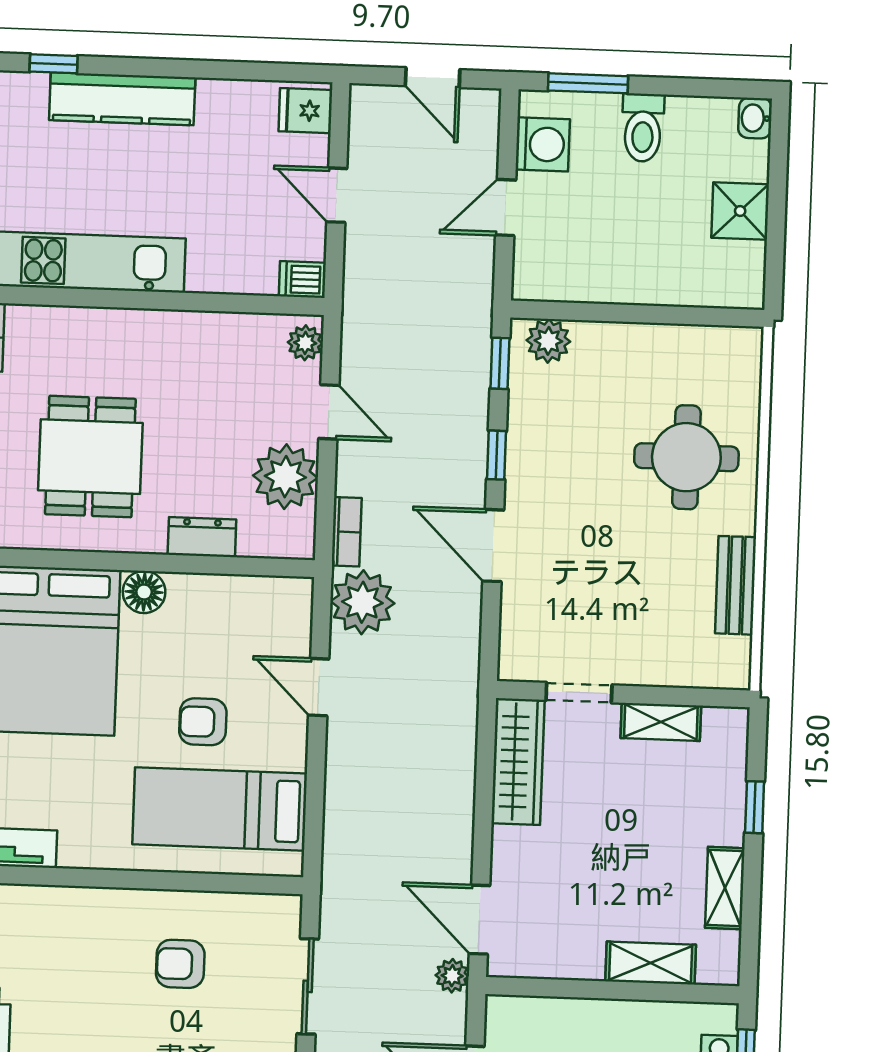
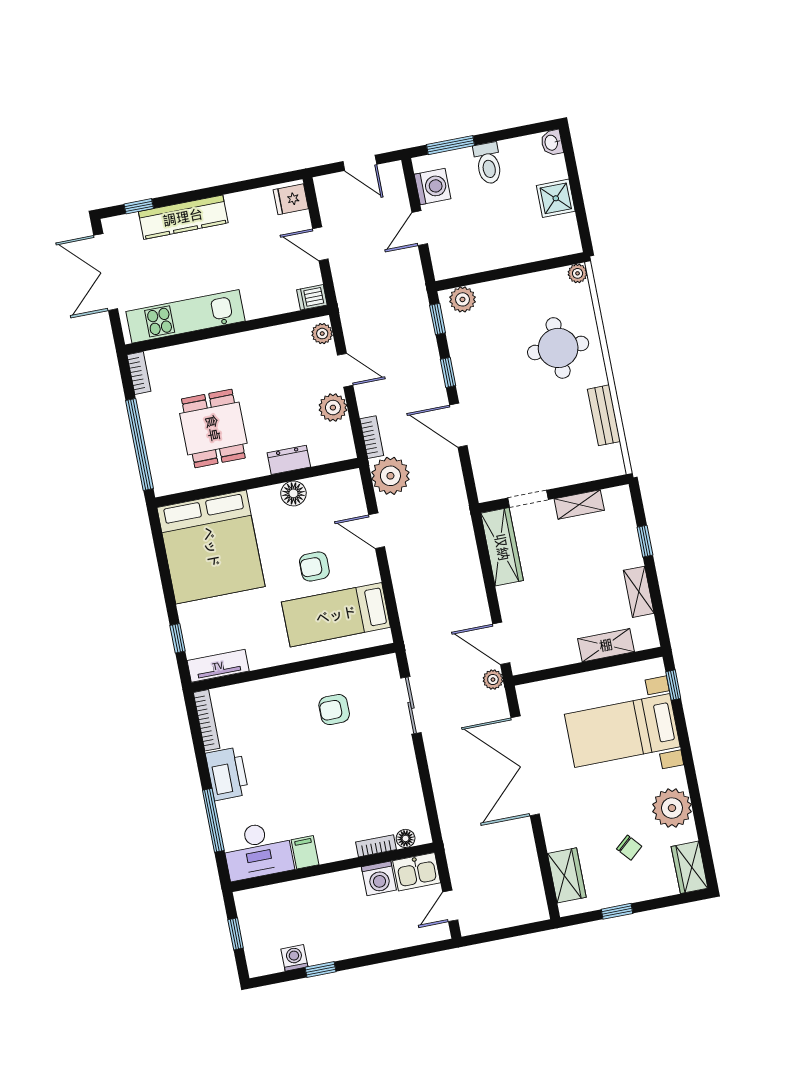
plant: (747, 342) -> (578, 273), added
plant: (285, 477) -> (333, 408), width x0.73, depth x0.73
floor lamp: (144, 592) -> (293, 493), moved

